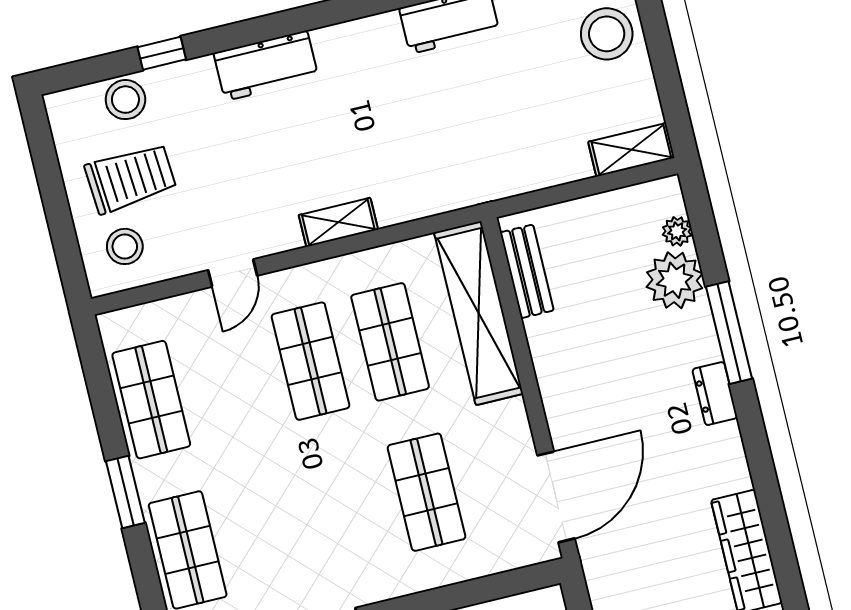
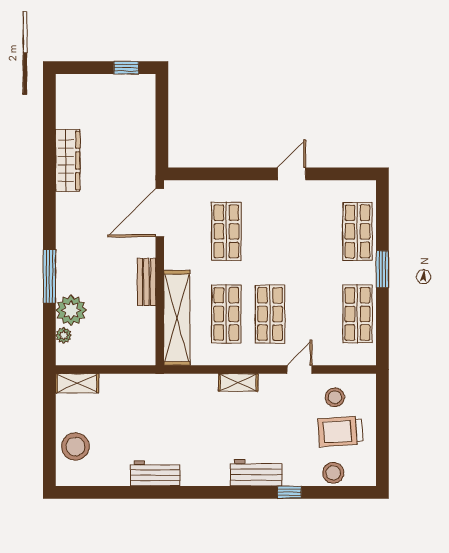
window: (162, 53) -> (289, 492), moved
stool: (125, 246) -> (335, 397), moved
bench: (527, 271) -> (147, 282), moved
dresser: (715, 394) -> (64, 246), removed

